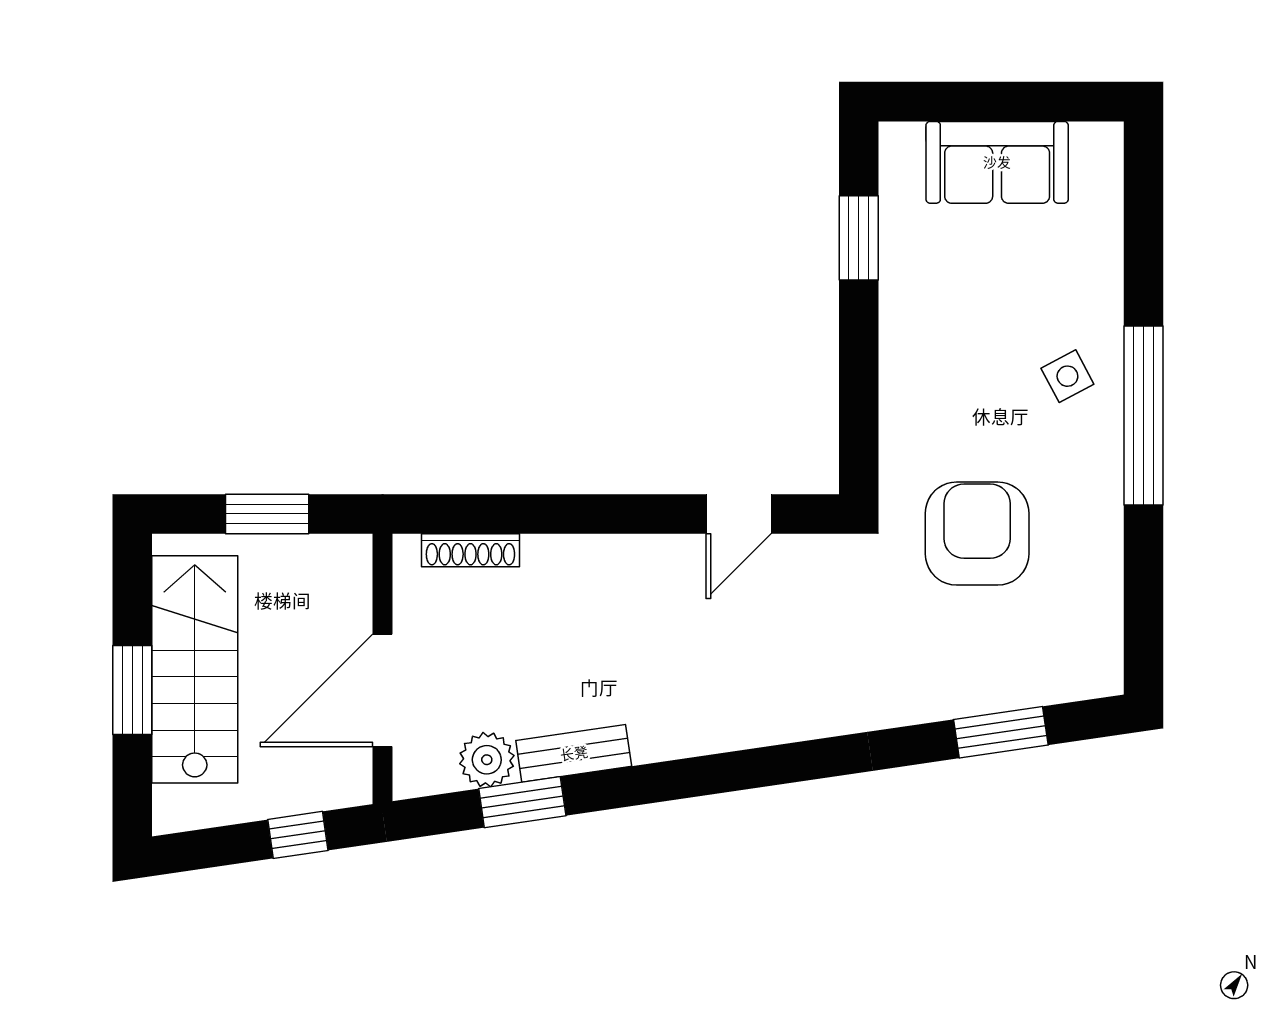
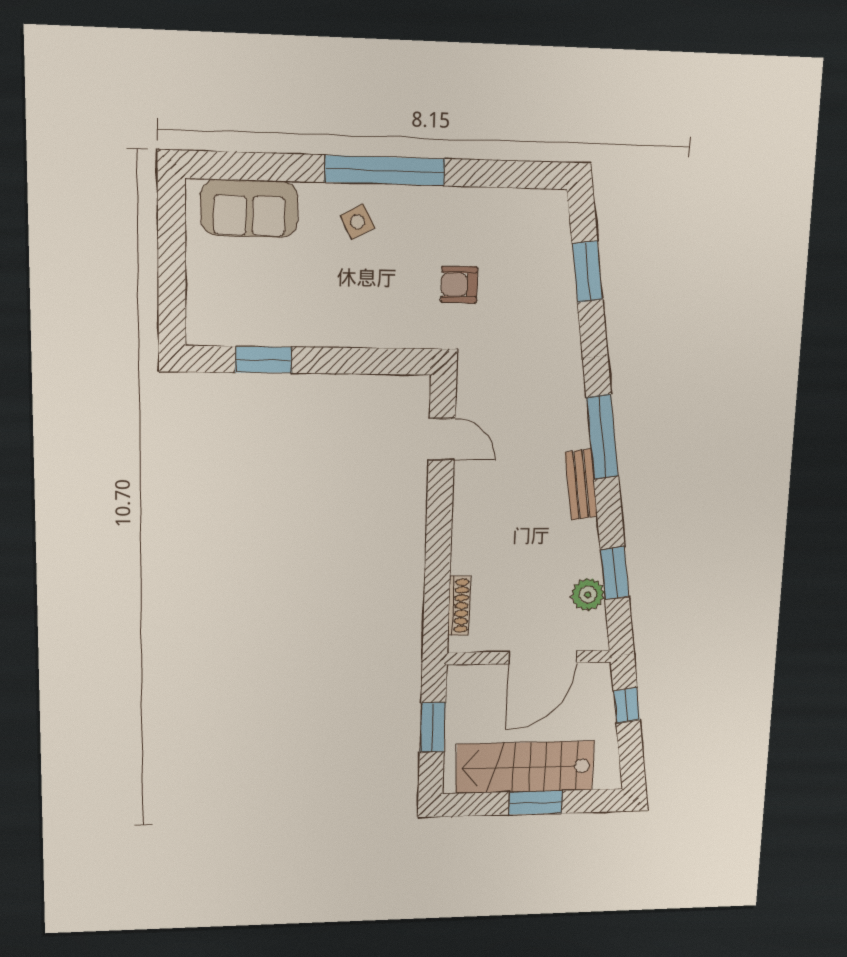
sofa: (997, 162) -> (249, 208), moved, turned 90
armchair: (977, 534) -> (459, 285), width x0.53, depth x0.53
door: (383, 690) -> (543, 657), hinge flipped
bench: (574, 753) -> (581, 484), moved
window: (744, 770) -> (602, 437), added

